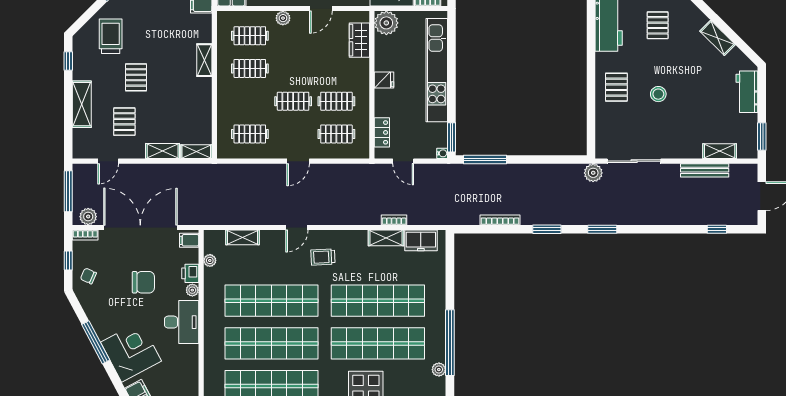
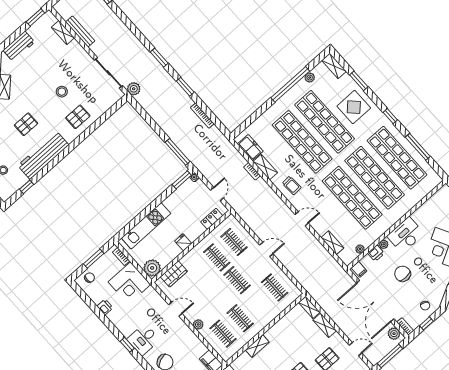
kitchen unit: (437, 70) -> (146, 226), width x0.73
trolley: (323, 257) -> (292, 185), moved

